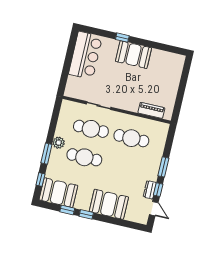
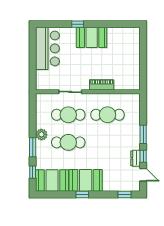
piano: (151, 110) -> (102, 85), moved
booth: (109, 204) -> (86, 180), moved
window: (67, 210) -> (124, 195), moved

